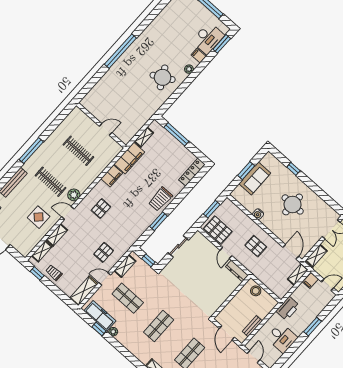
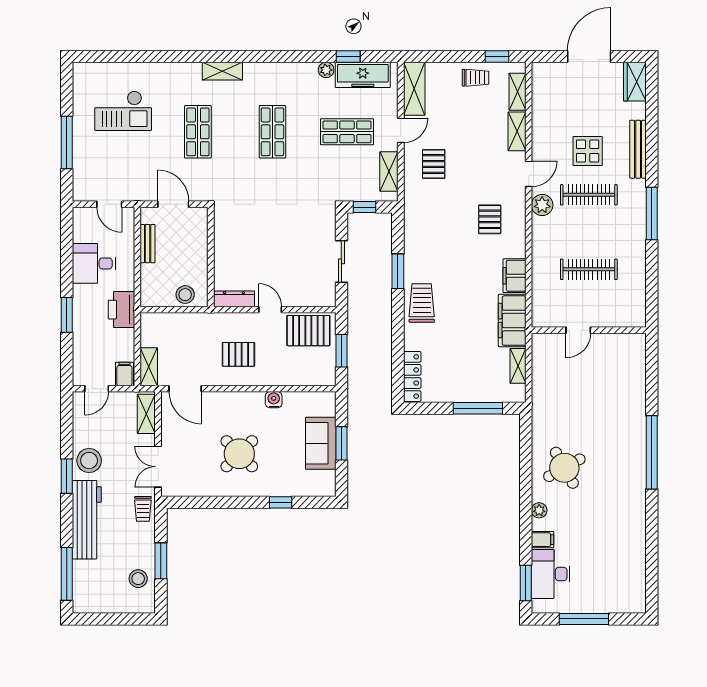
round table: (293, 204) -> (239, 454), turned 45
display table: (39, 217) -> (588, 151), moved

